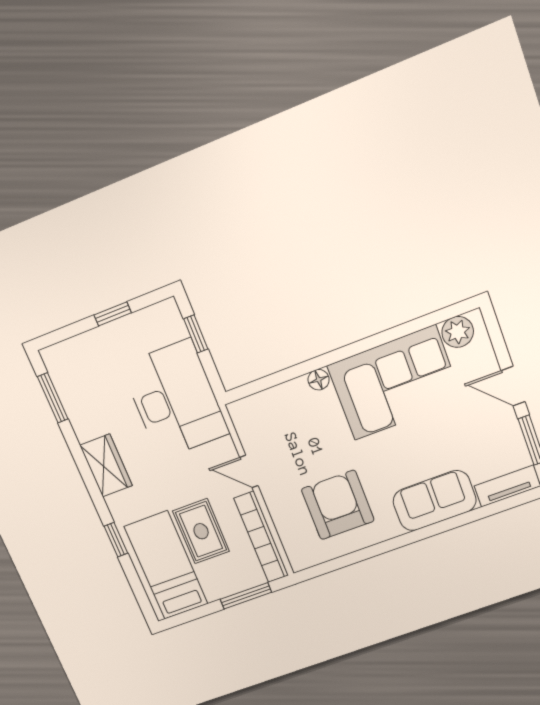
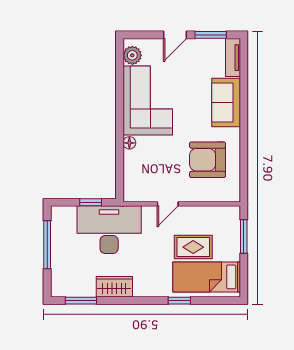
window: (113, 314) -> (47, 245), width x2.17
window: (196, 334) -> (91, 202), moved
wardrobe: (106, 465) -> (114, 287), moved
bookcase: (261, 537) -> (210, 212), removed

